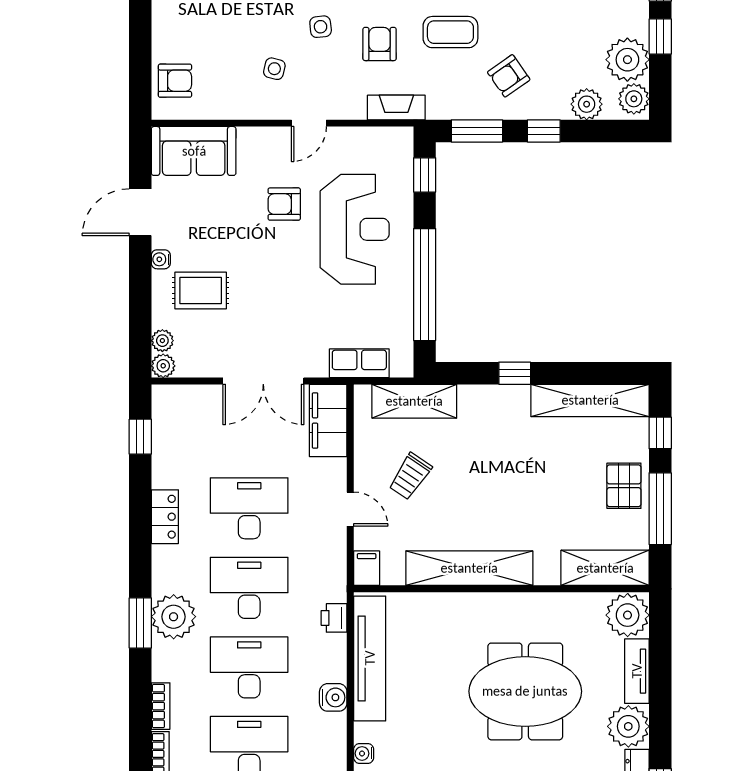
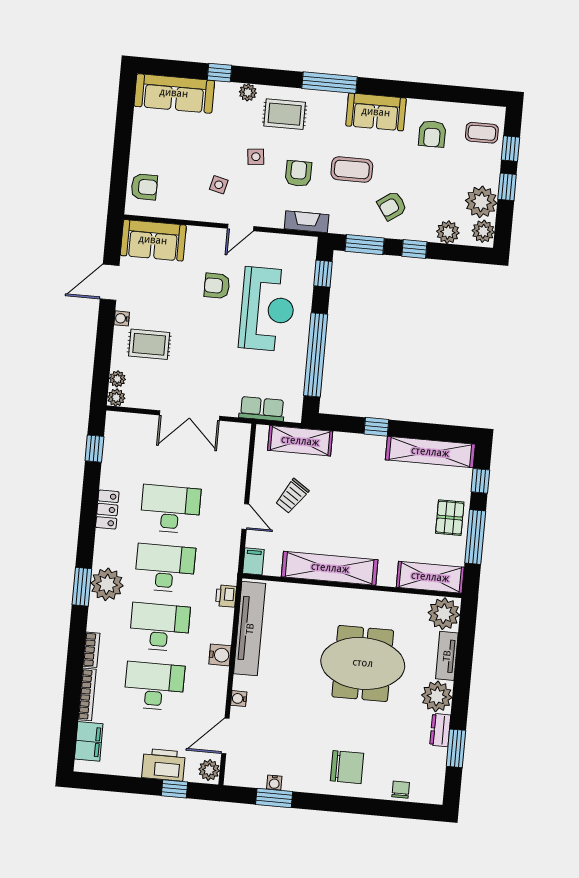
filing cabinet: (328, 420) -> (235, 449), removed

